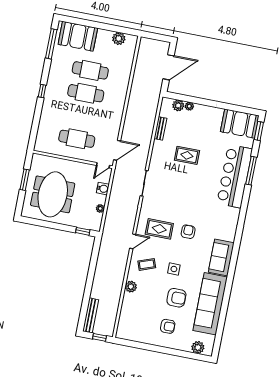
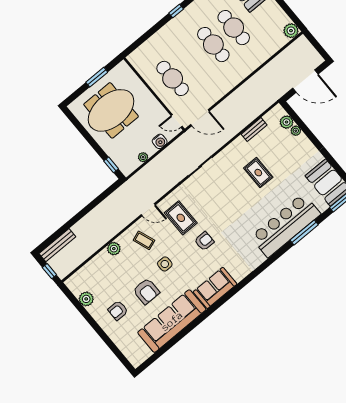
plant: (119, 39) -> (291, 31), moved
armchair: (168, 326) -> (118, 310), turned 90
plant: (198, 347) -> (86, 299), moved

